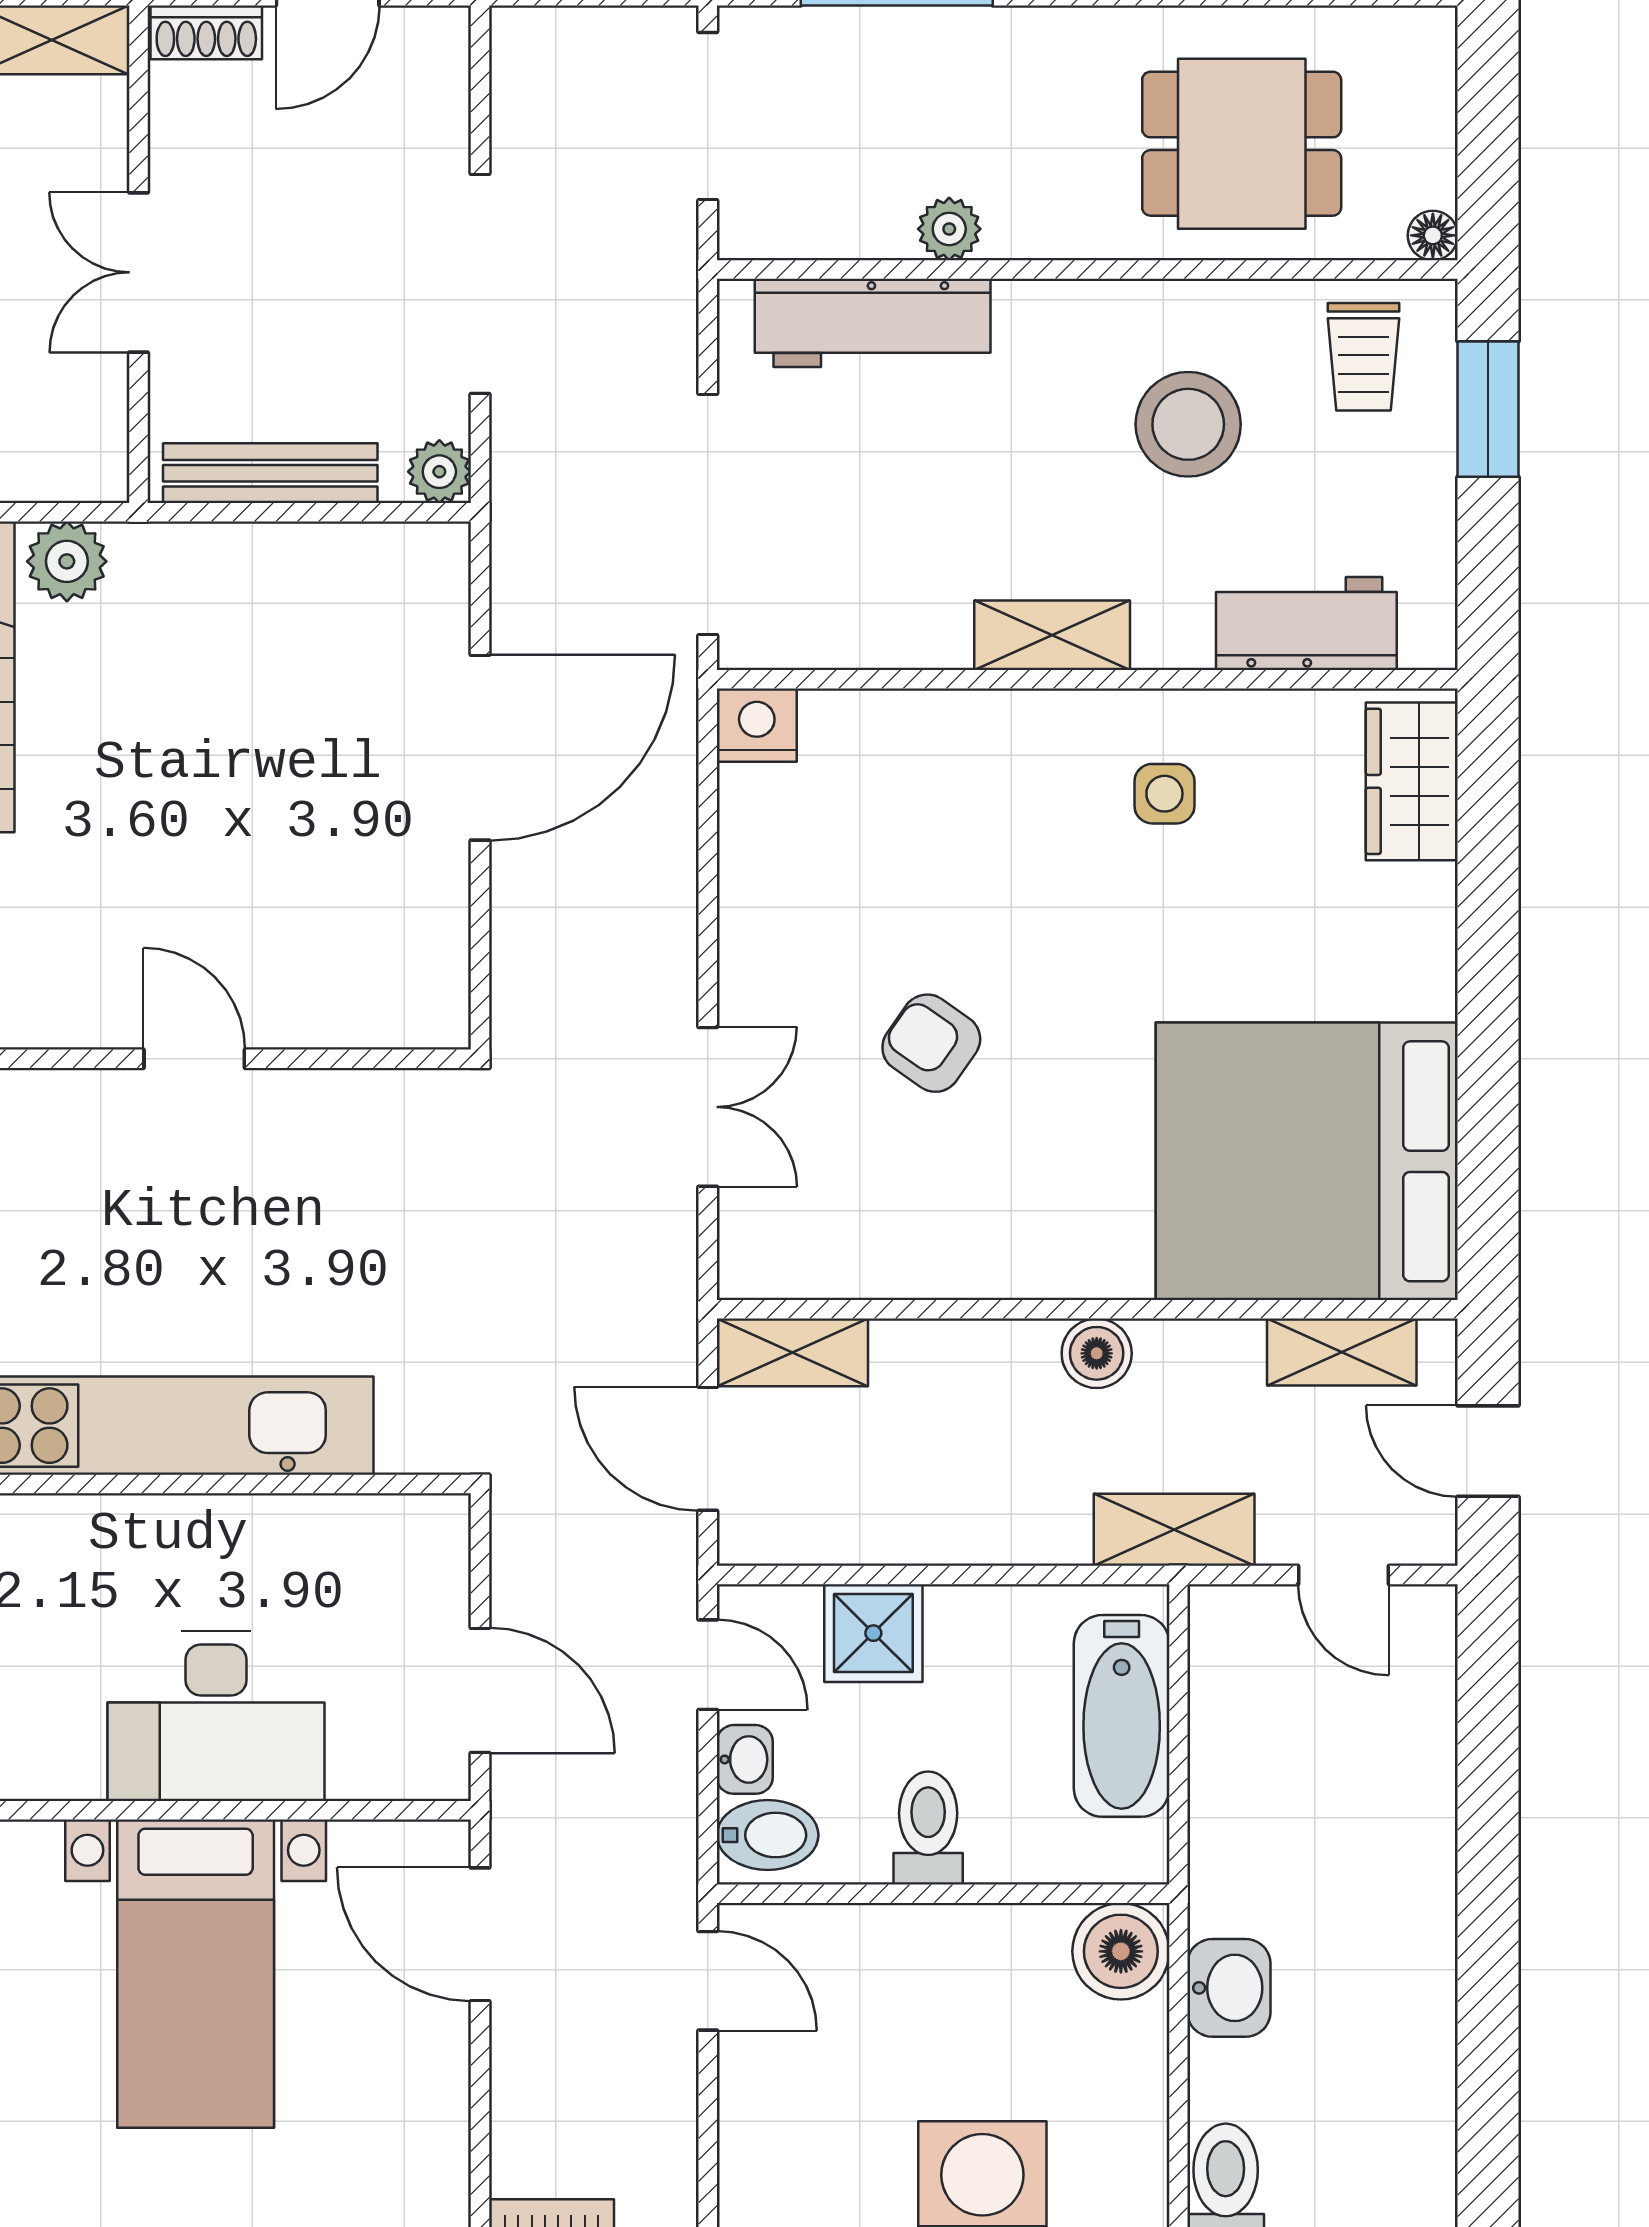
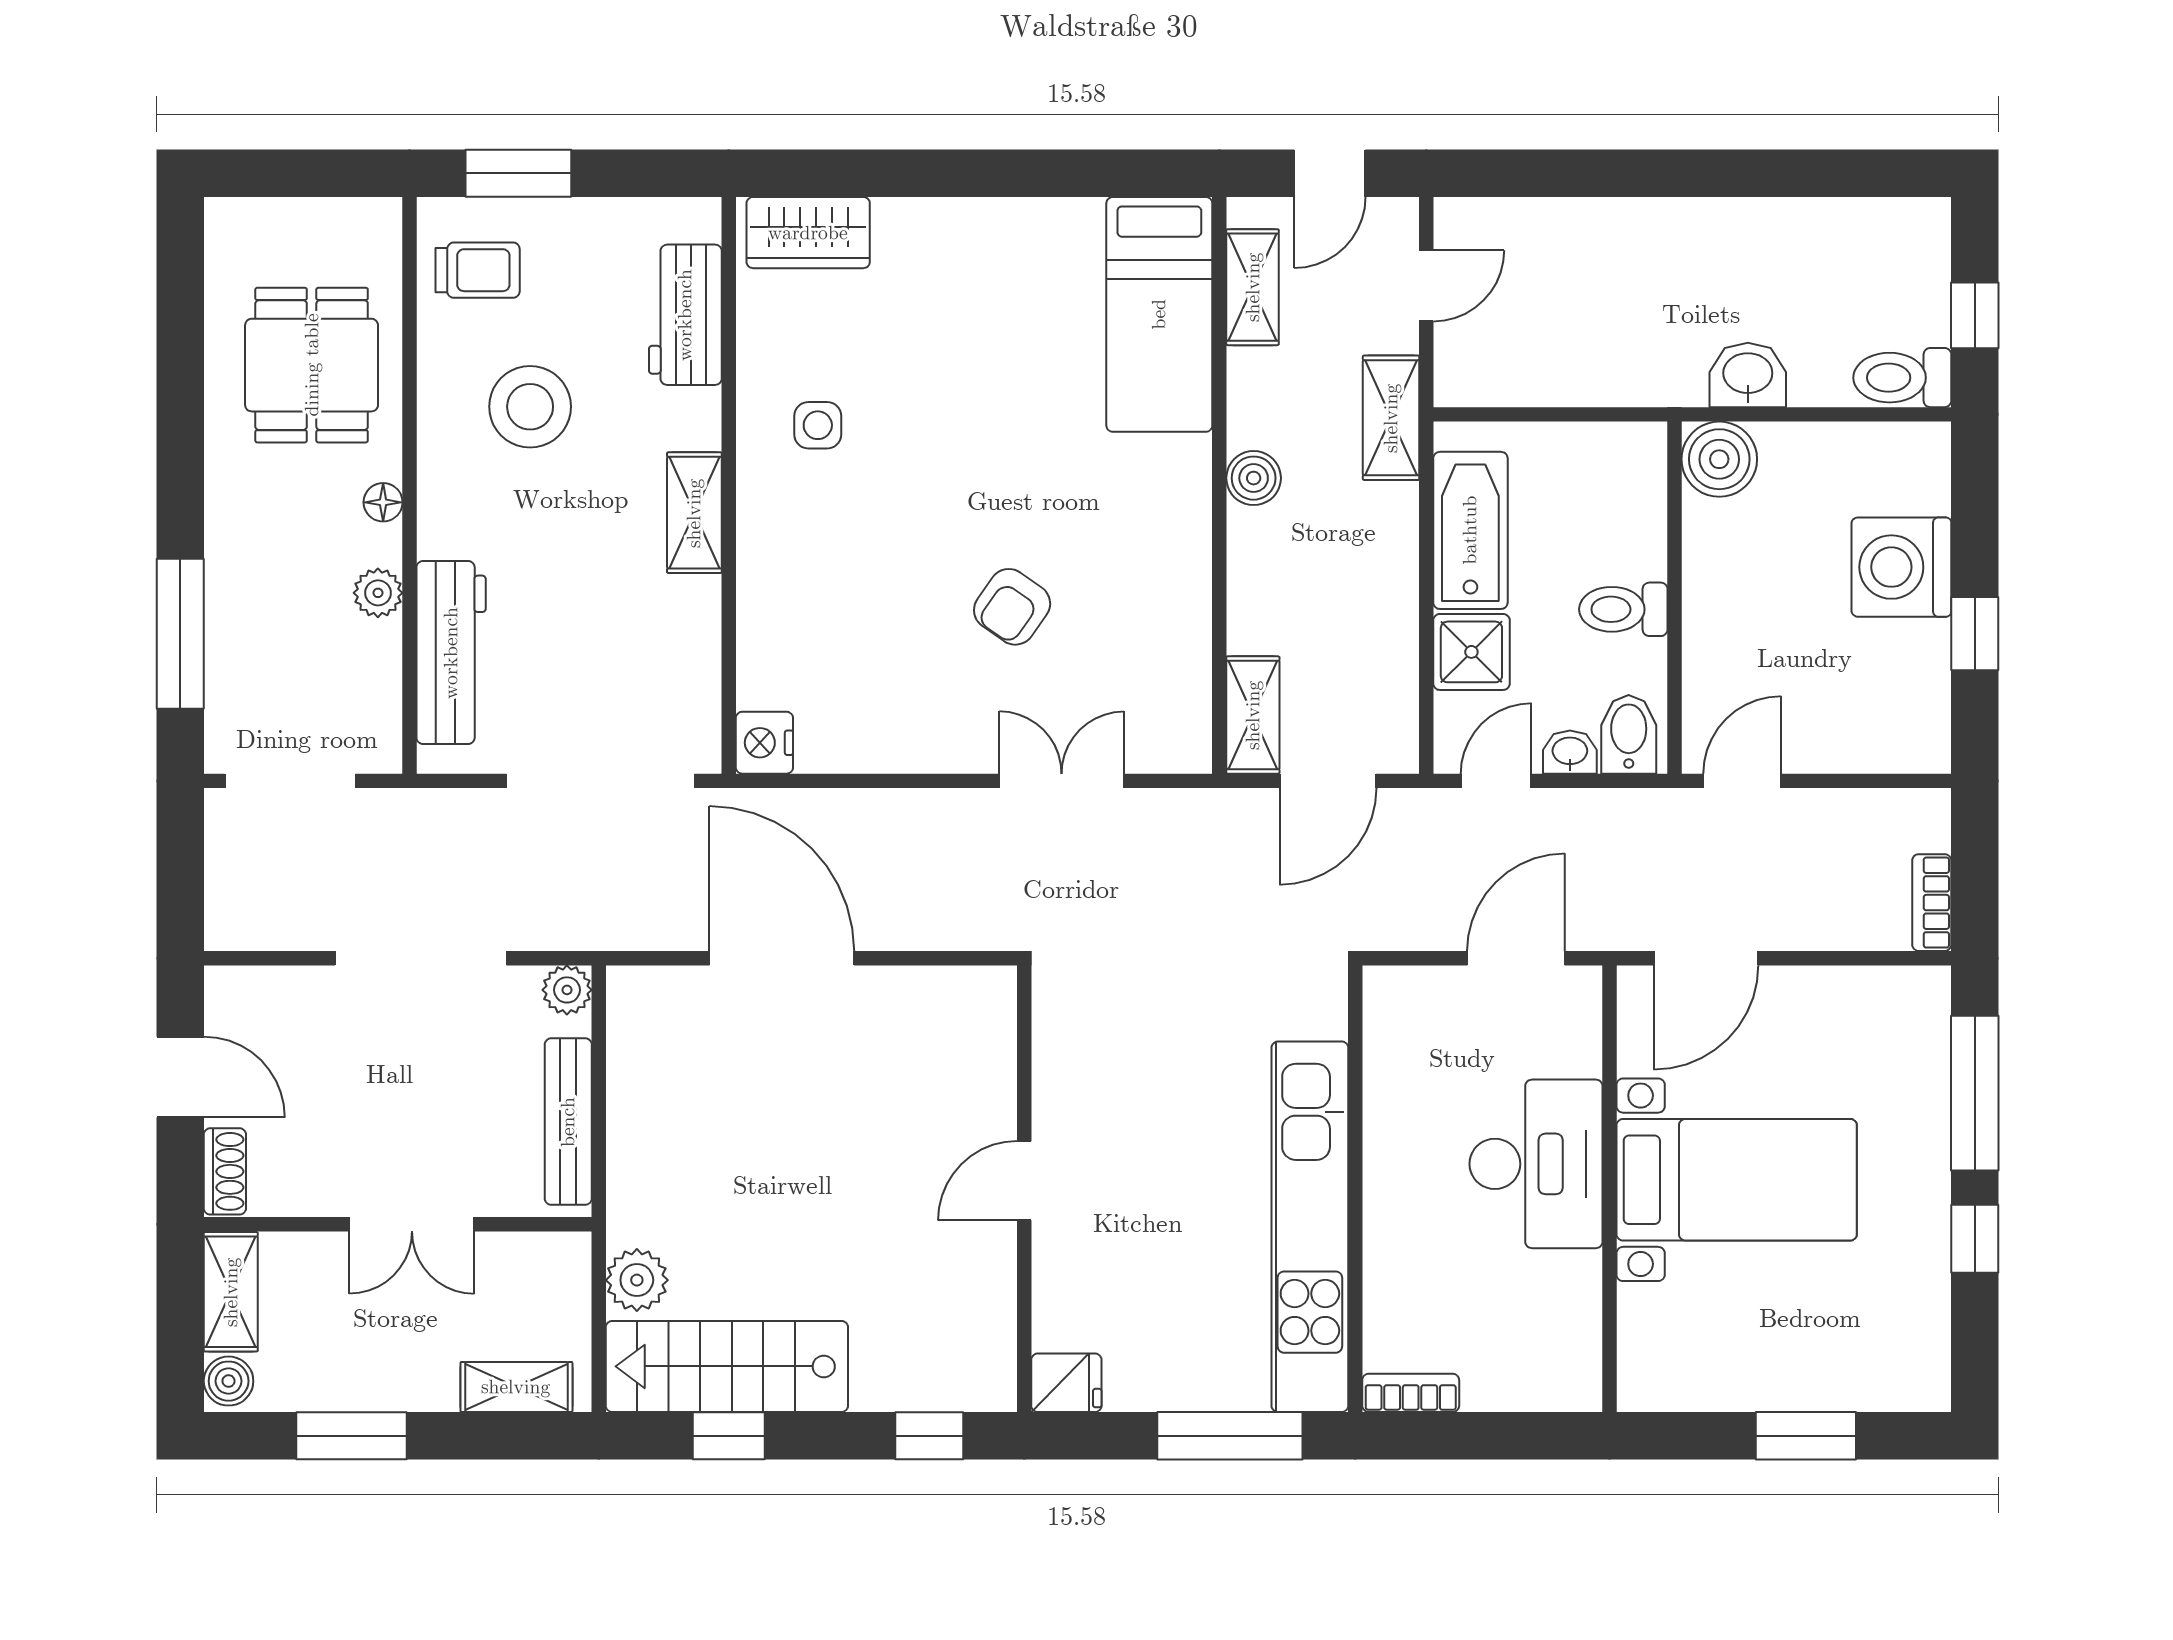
floor lamp: (1433, 235) -> (383, 502), moved
bed: (1307, 1161) -> (1159, 314), width x0.49
bathtub: (1122, 1716) -> (1470, 530), moved, turned -90

